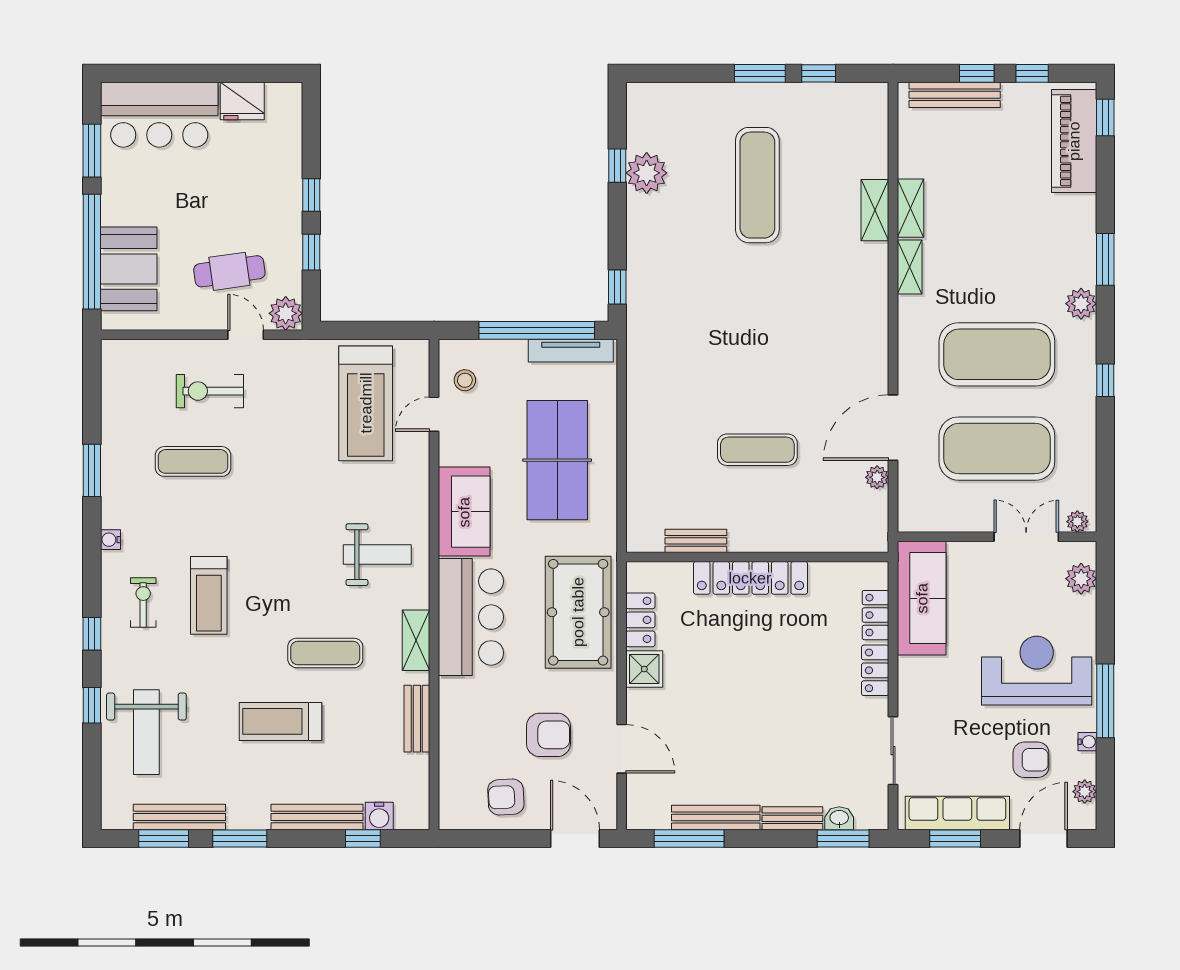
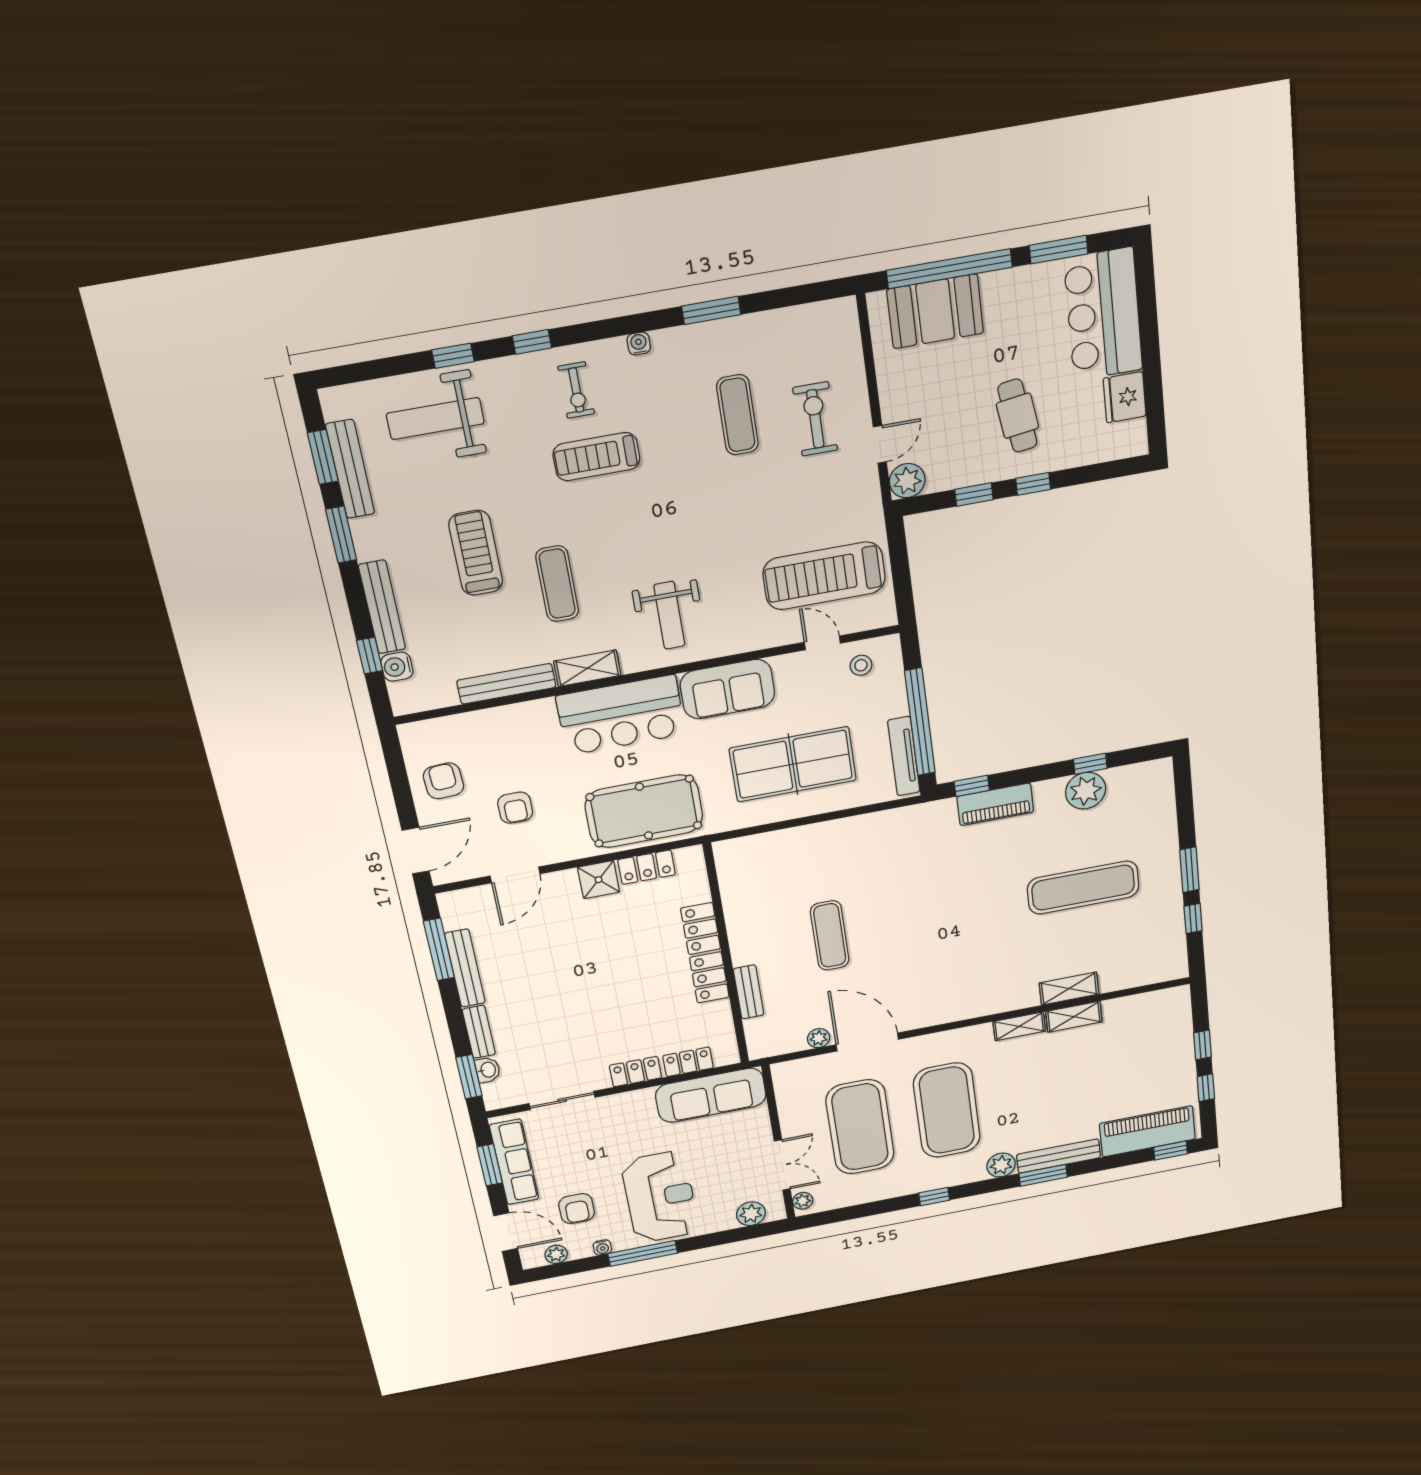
bench: (955, 95) -> (1059, 1156), moved, turned 90
piano: (643, 265) -> (995, 804), added
cafe table: (229, 271) -> (1017, 416), moved
bench: (696, 541) -> (749, 992), moved
exercise bike: (143, 603) -> (576, 390), turned 90
bench: (417, 719) -> (506, 684), width x1.36
armchair: (548, 735) -> (515, 808), width x0.72, depth x0.72

